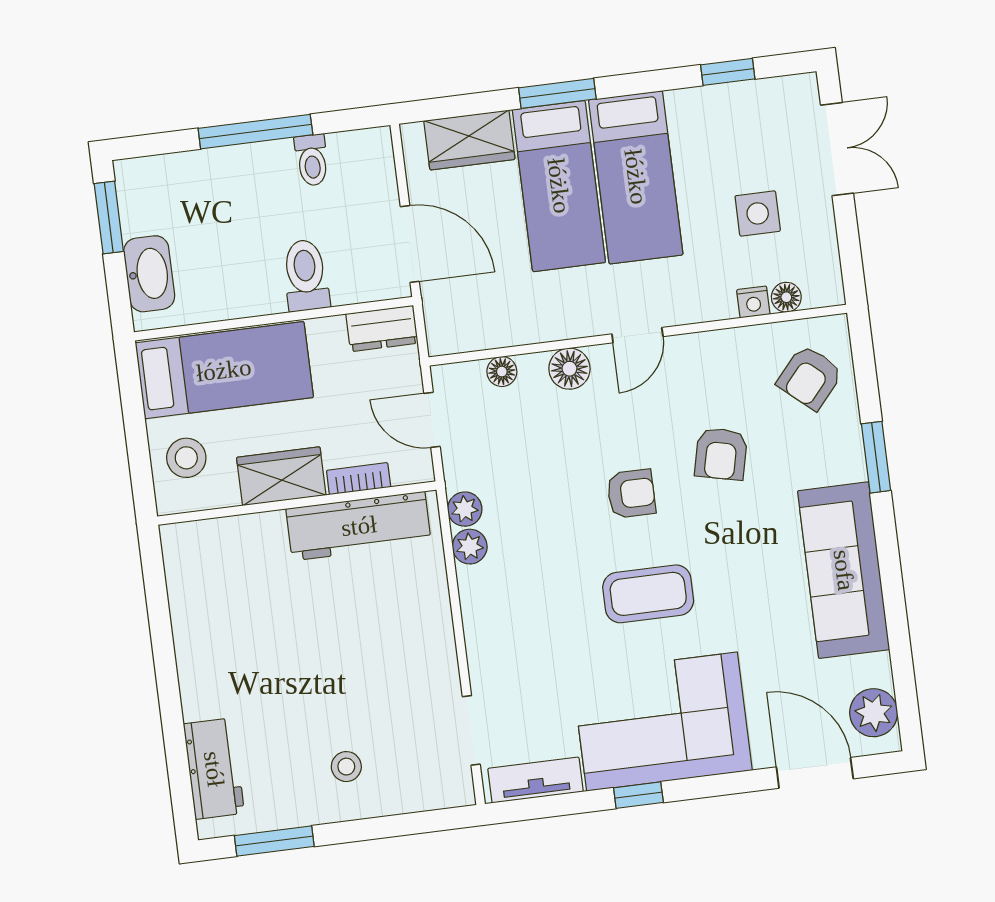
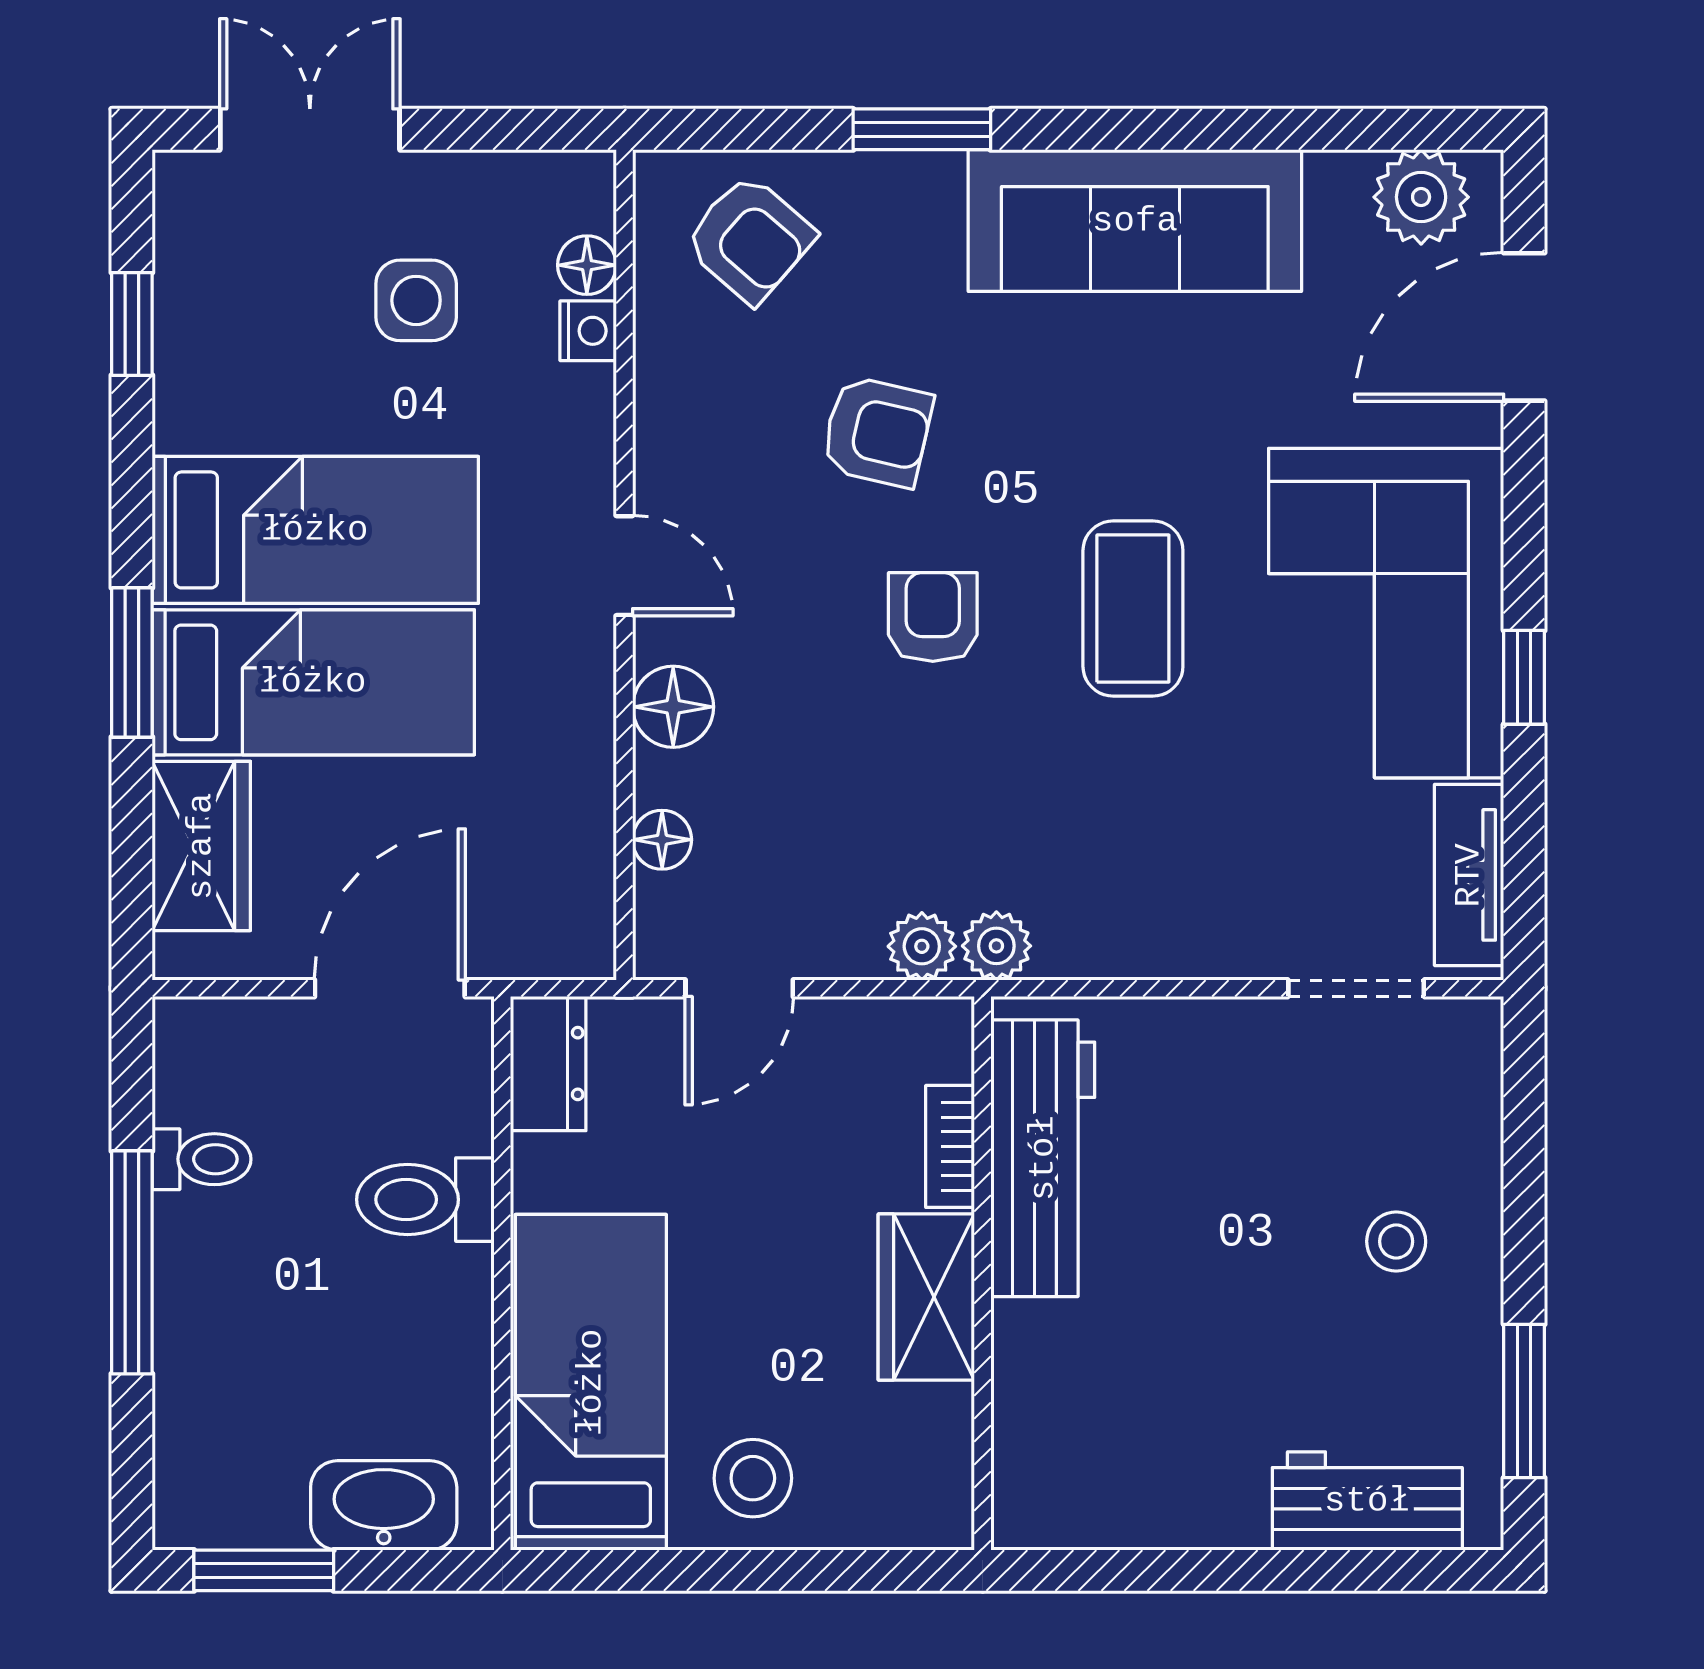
wardrobe: (281, 476) -> (926, 1297), moved
bookcase: (359, 479) -> (950, 1146), moved
wall: (297, 503) -> (983, 1273), moved
workbench: (359, 526) -> (1043, 1158), moved

